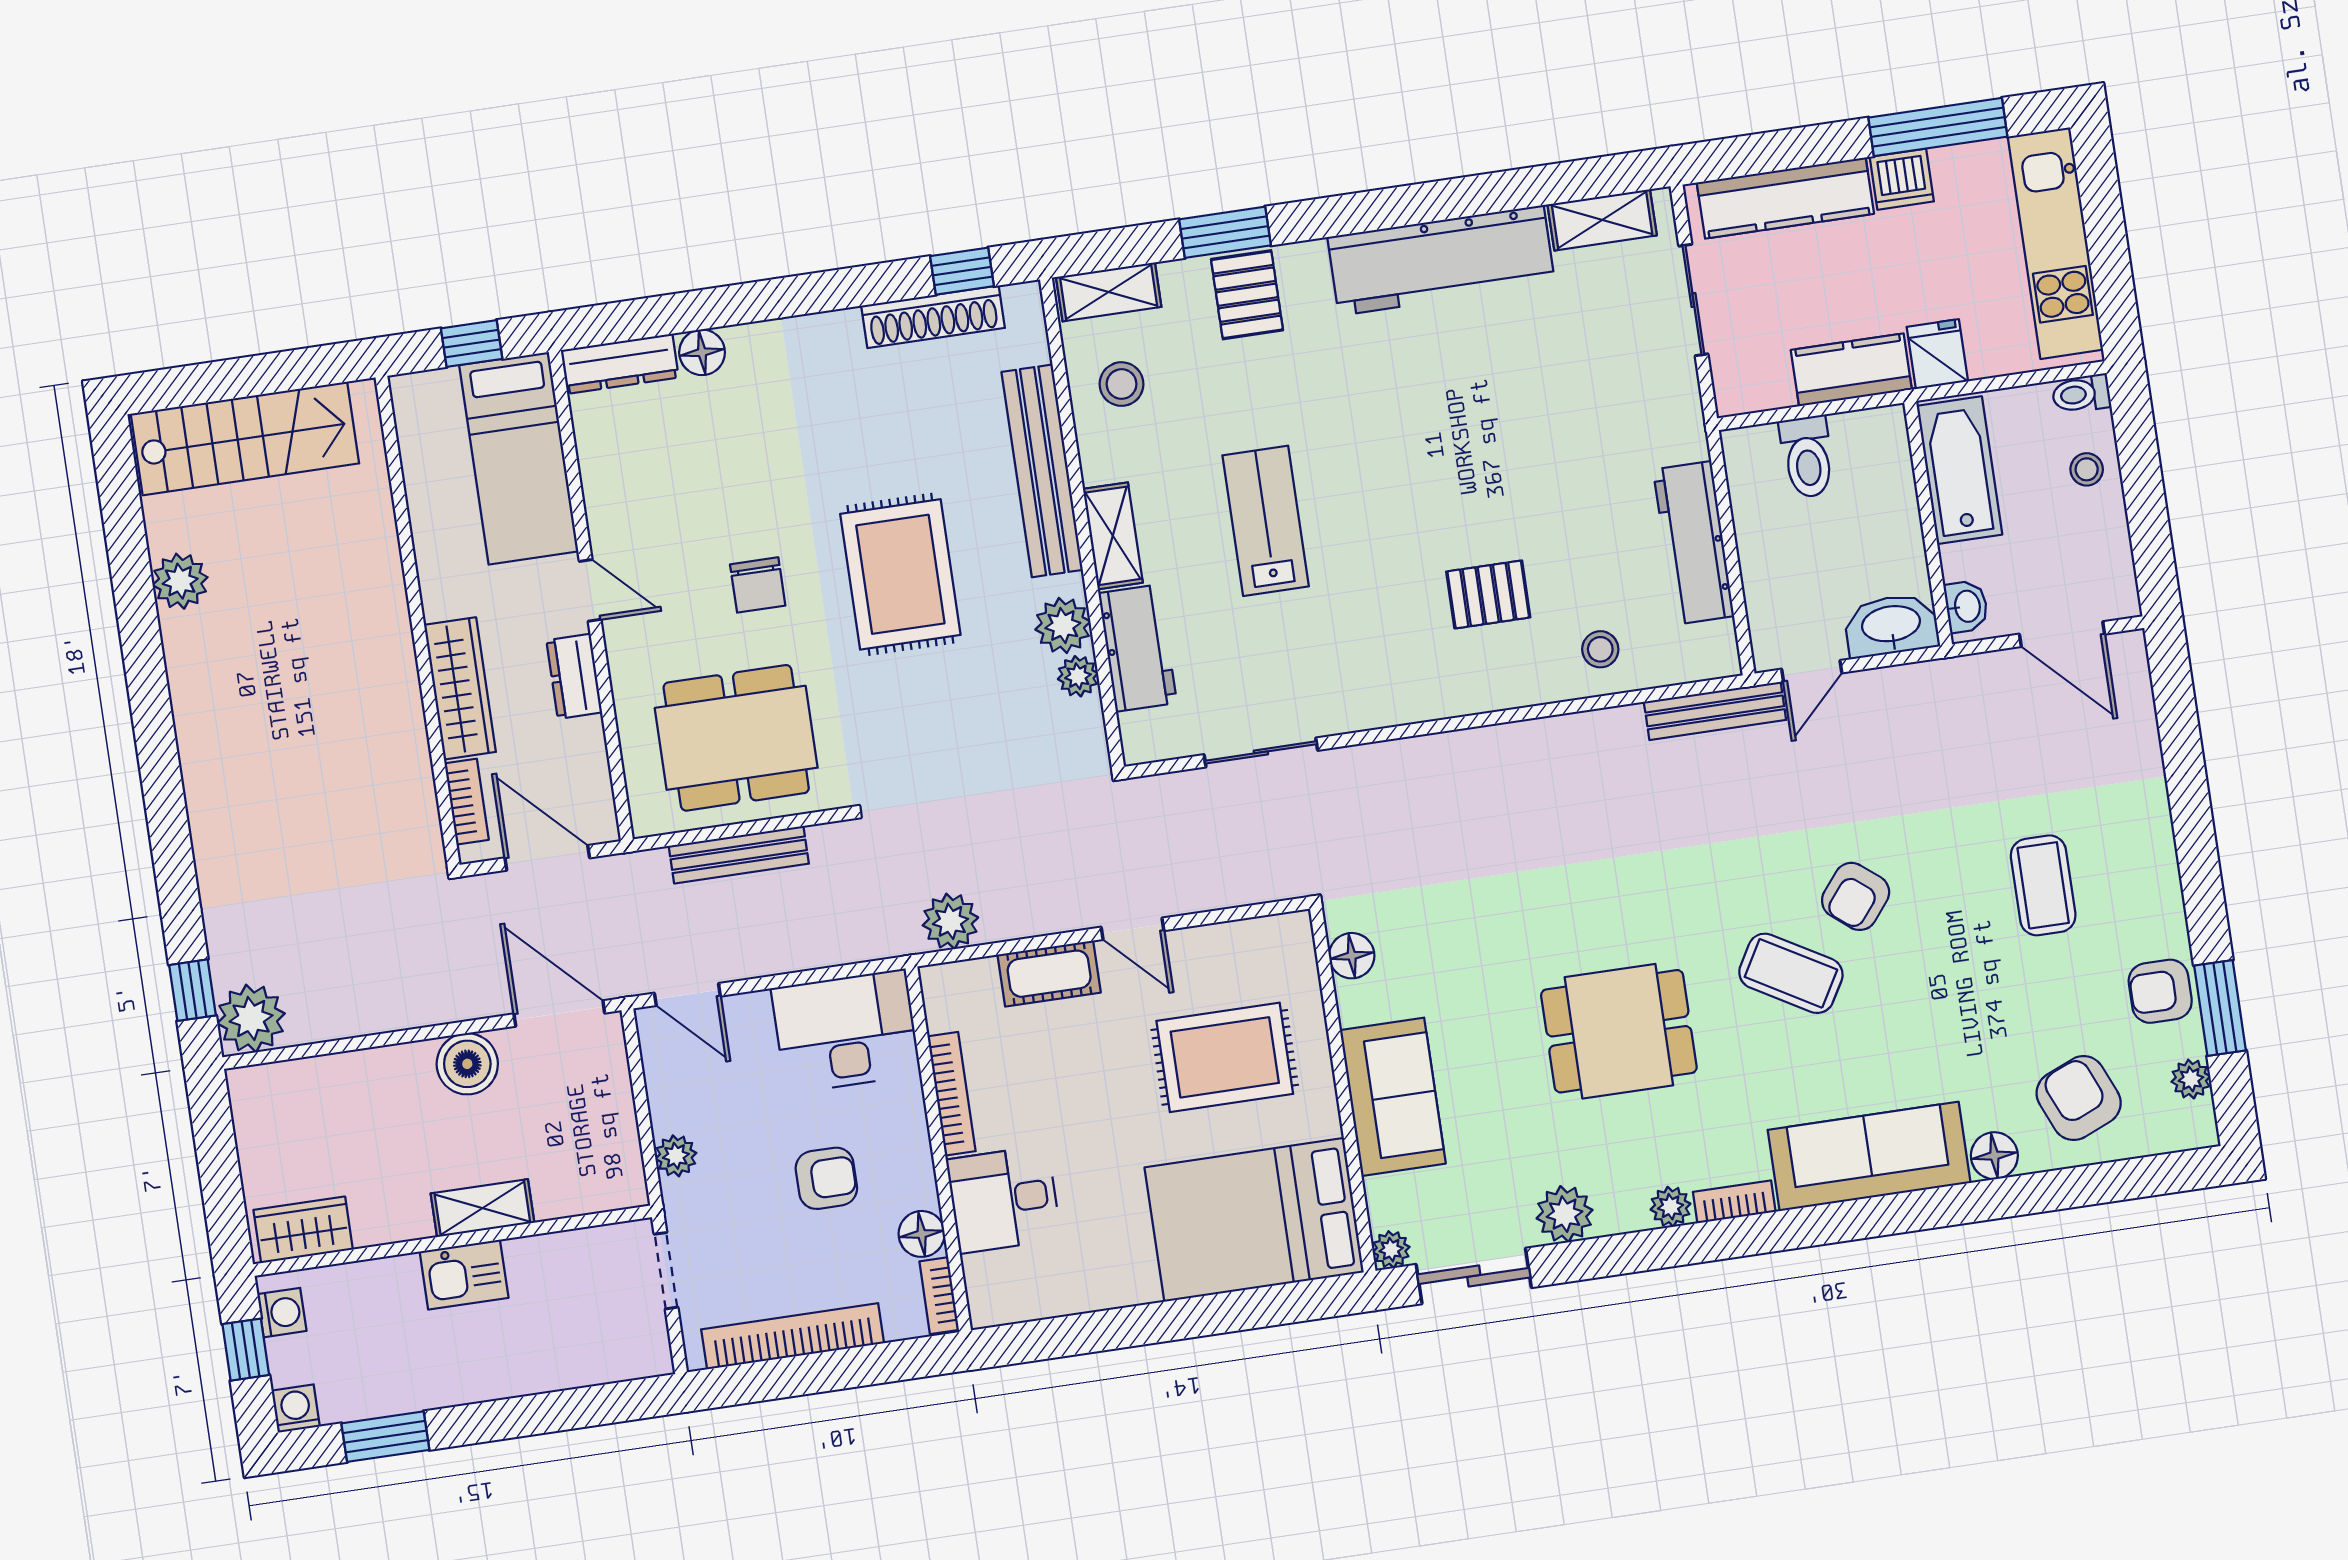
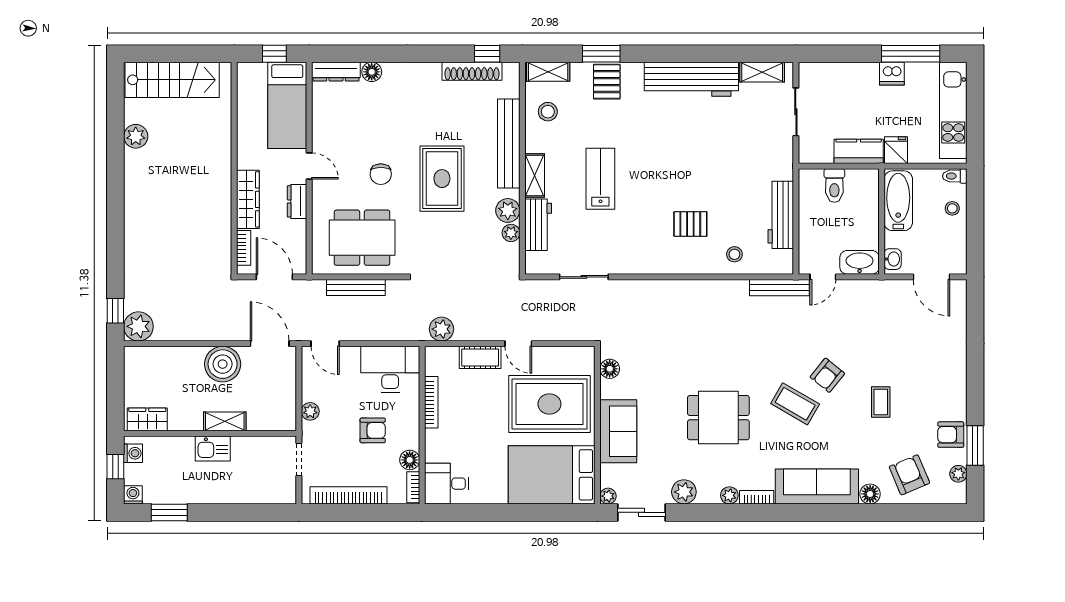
kitchen counter: (1785, 198) -> (841, 74), removed
coffee table: (2043, 885) -> (881, 402), moved, width x0.73, depth x0.77
rug: (1225, 1057) -> (549, 404), width x1.37, depth x1.44
boiler: (467, 1064) -> (223, 364), width x1.37, depth x1.37
desk: (1004, 1199) -> (447, 484), moved

